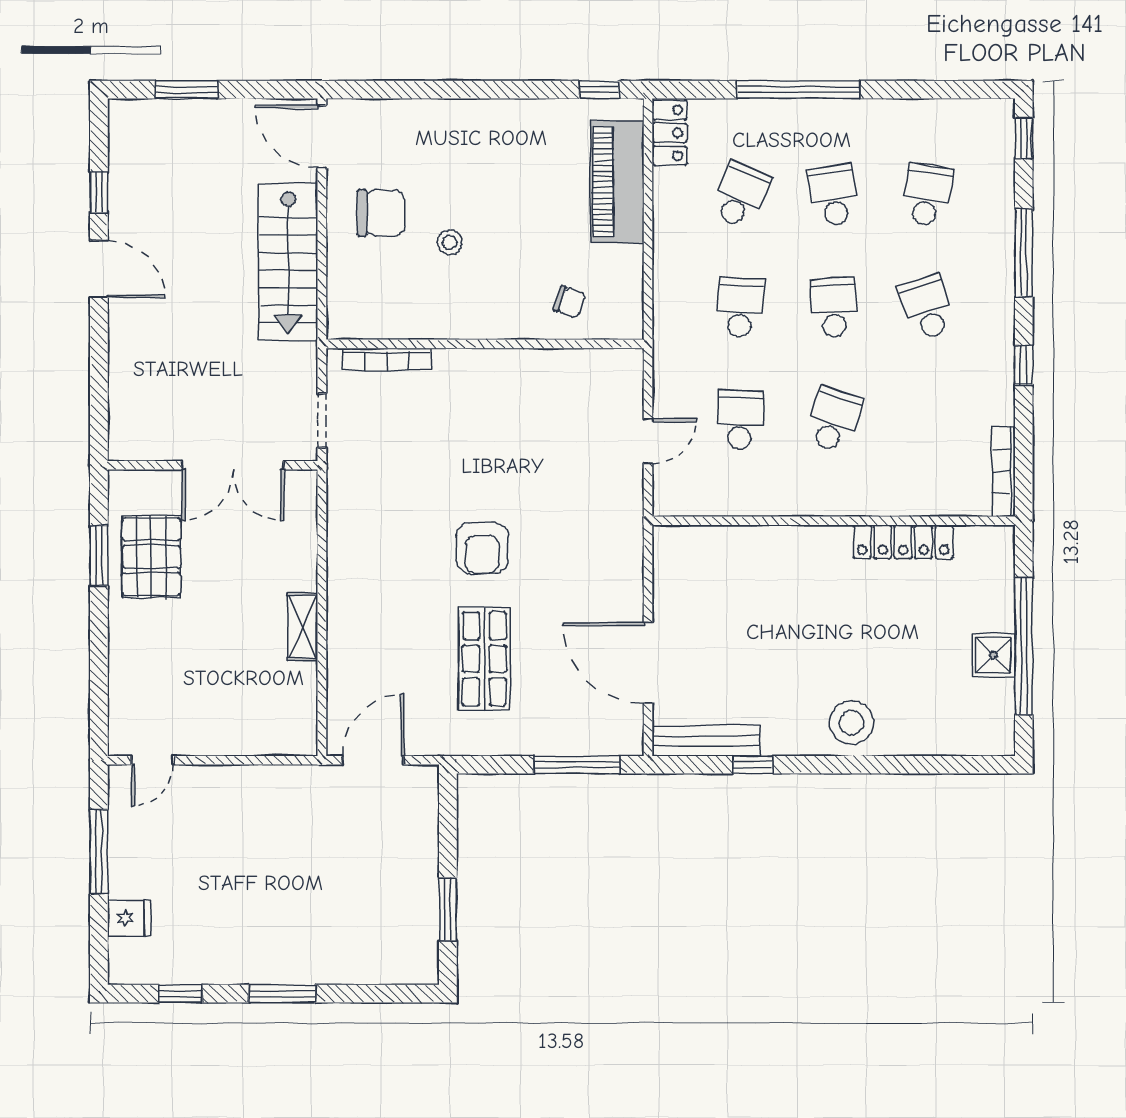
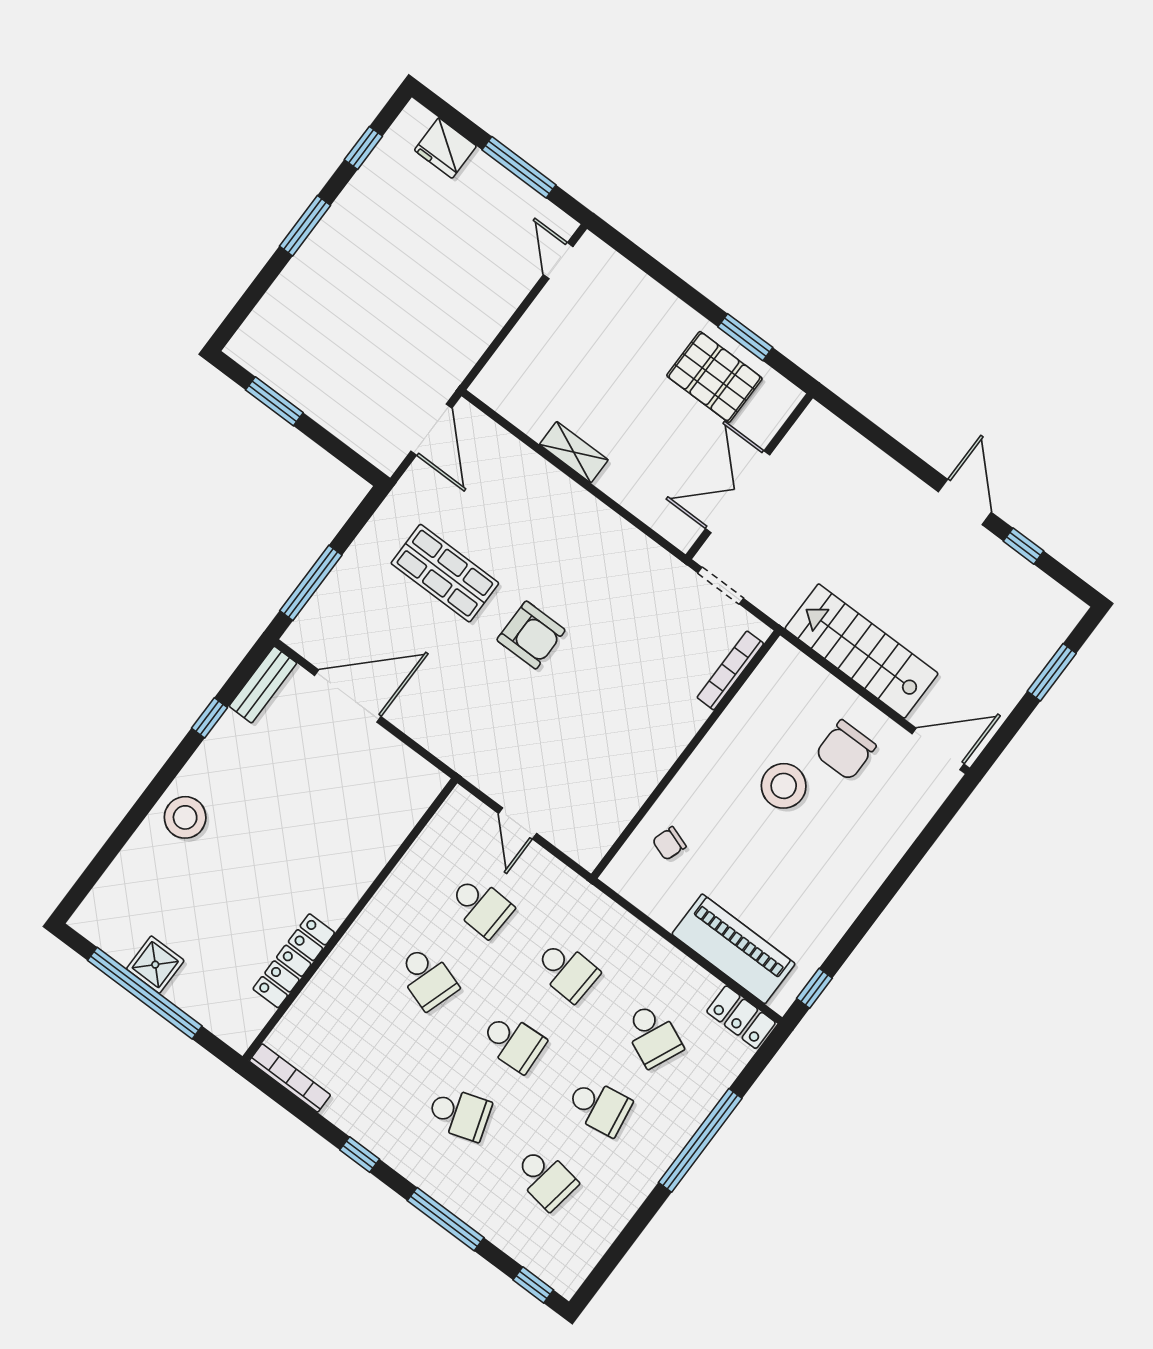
stool: (450, 242) -> (784, 786), width x1.89, depth x1.89
door: (99, 269) -> (965, 502), swing flipped
armchair: (482, 548) -> (531, 635), turned 180
bench: (706, 741) -> (263, 685), width x0.73
fridge: (129, 918) -> (445, 148), width x1.38

